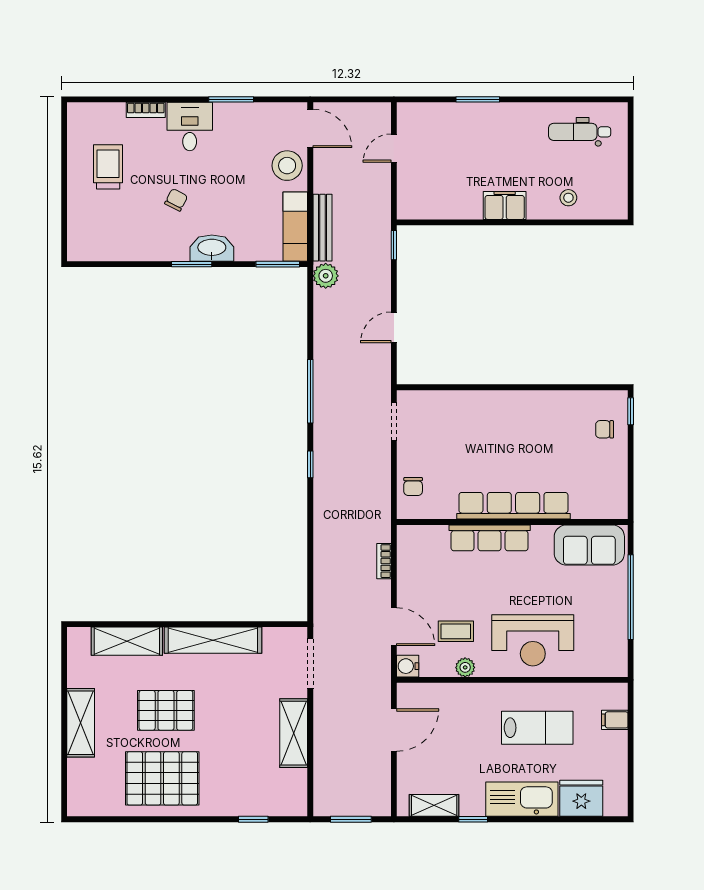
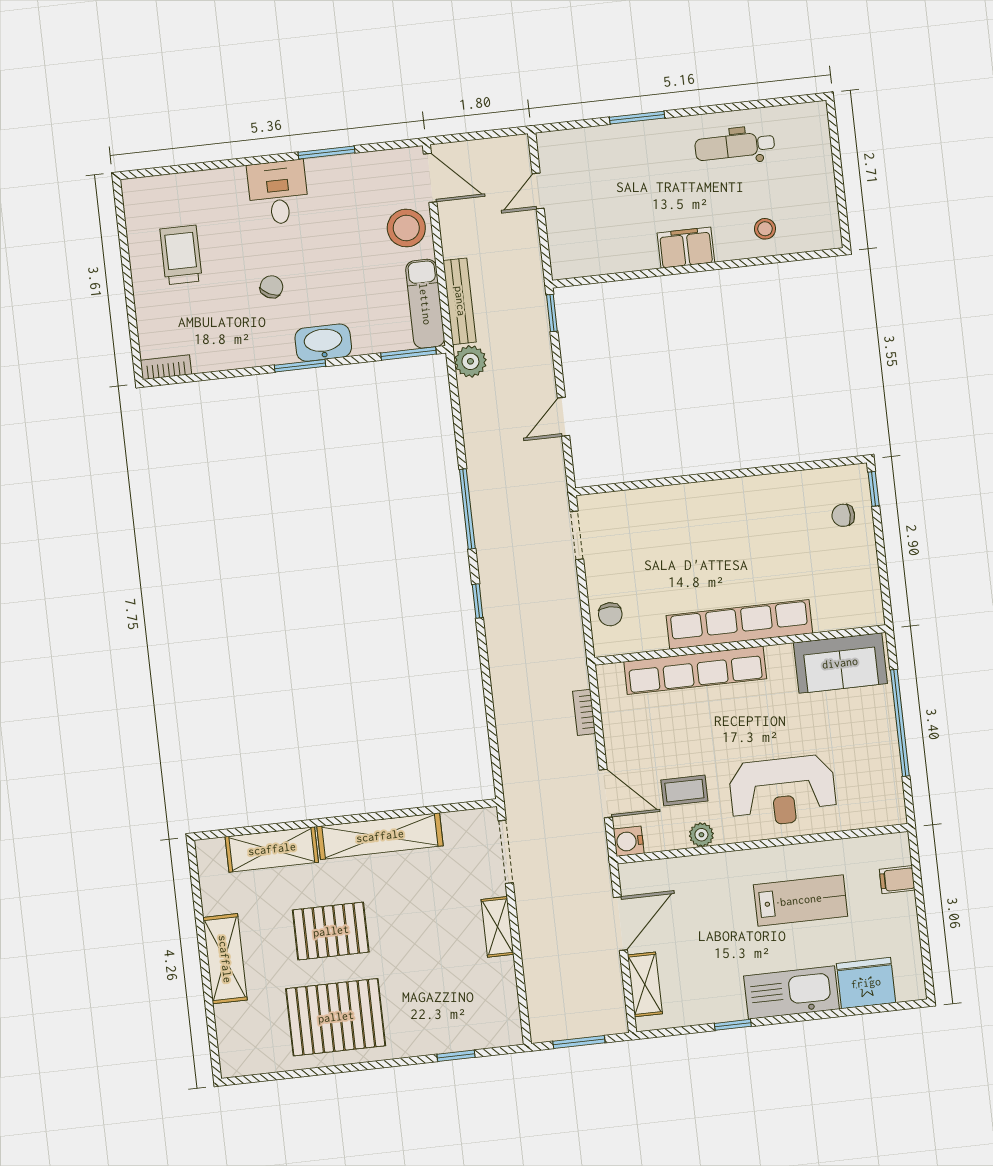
bookcase: (146, 110) -> (166, 367), moved, turned 180
dental chair: (580, 132) -> (735, 146), moved
row of seats: (490, 538) -> (695, 670), width x1.36
shelving: (294, 733) -> (497, 927), width x0.67, depth x0.75
shelving: (434, 805) -> (645, 984), moved, turned 90

